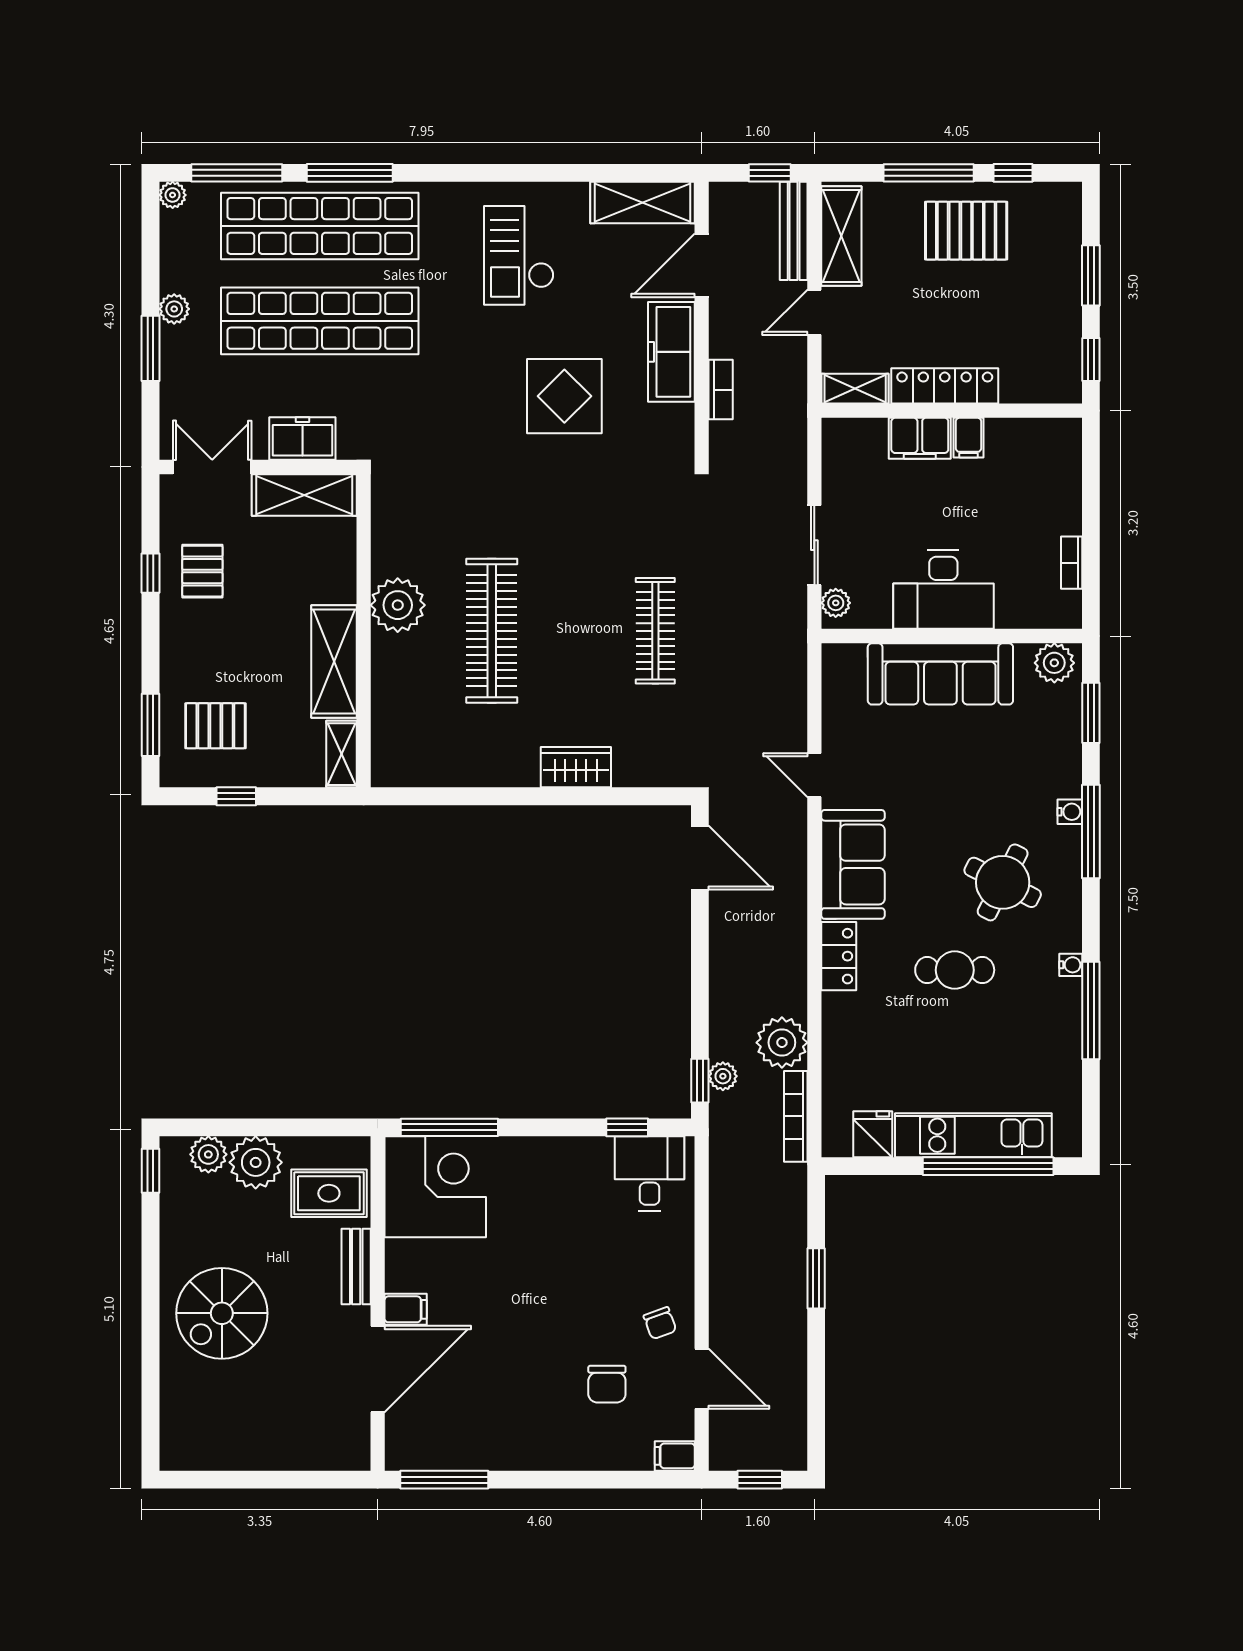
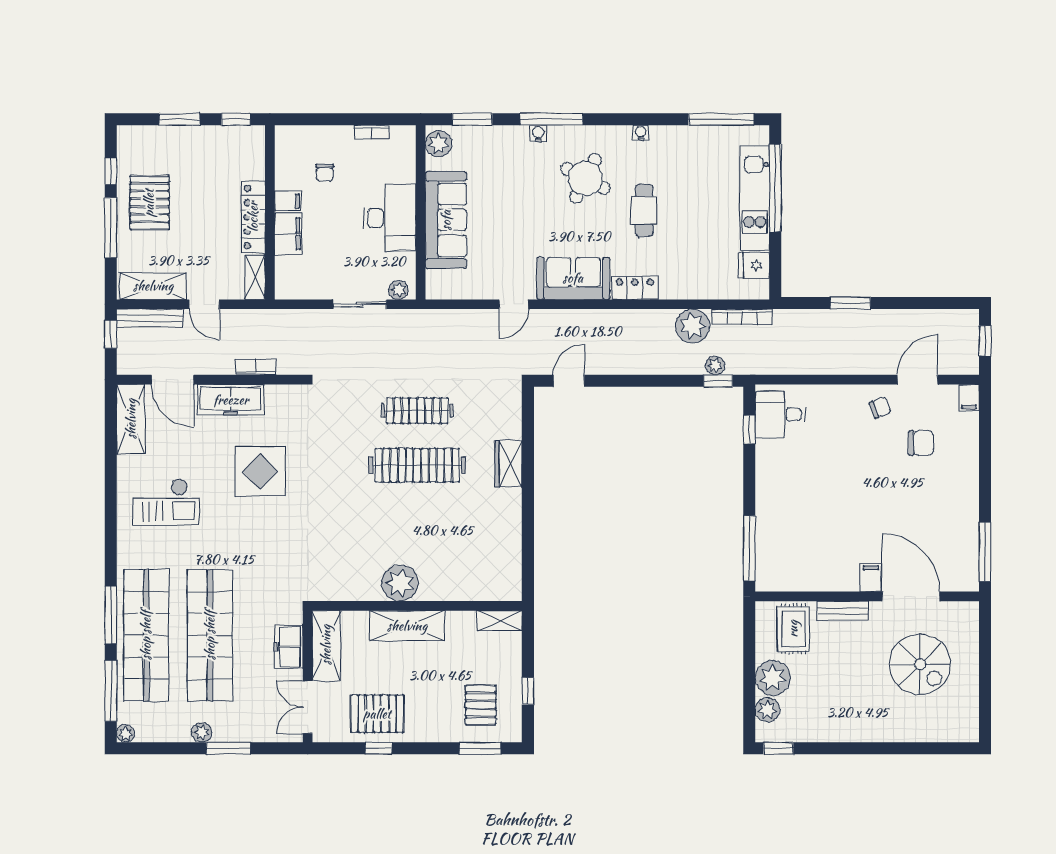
chair: (1011, 493) -> (325, 173), added
pallet: (202, 571) -> (377, 714), width x1.50, depth x1.42
clothes rail: (492, 631) -> (417, 465), moved
shelving: (334, 661) -> (407, 626), moved
door: (700, 858) -> (569, 381), width x0.73
window: (1091, 1010) -> (721, 119), moved
corner desk: (435, 1187) -> (789, 558), removed
spiral stairs: (222, 1313) -> (920, 664), moved

